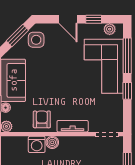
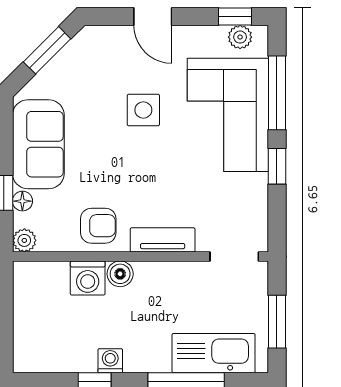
window: (94, 19) -> (235, 16), moved
side table: (36, 40) -> (143, 110), moved
armchair: (42, 119) -> (98, 226), turned 90

